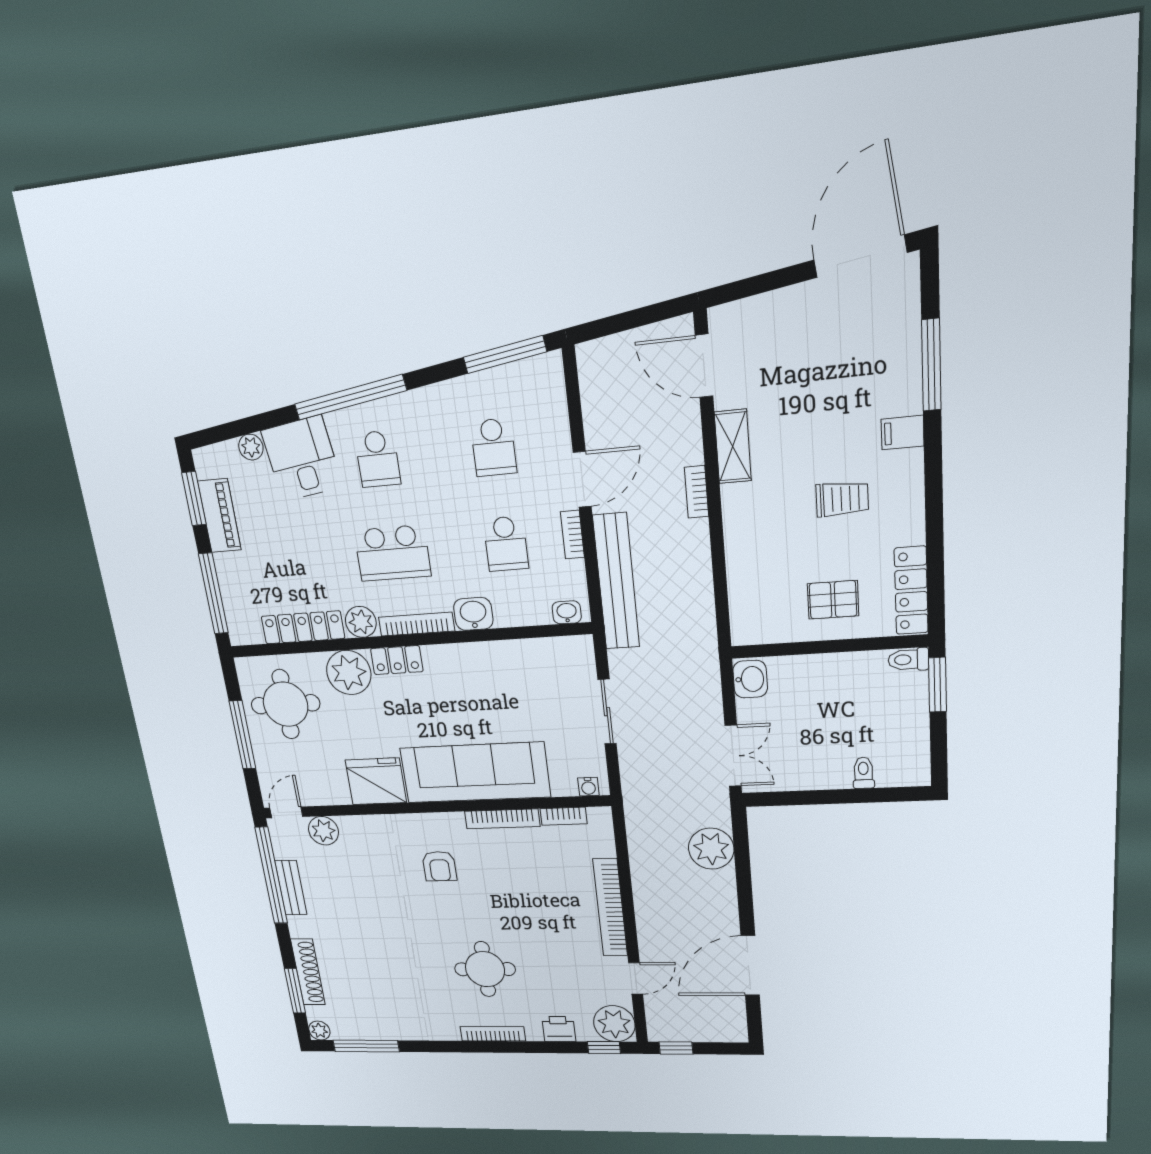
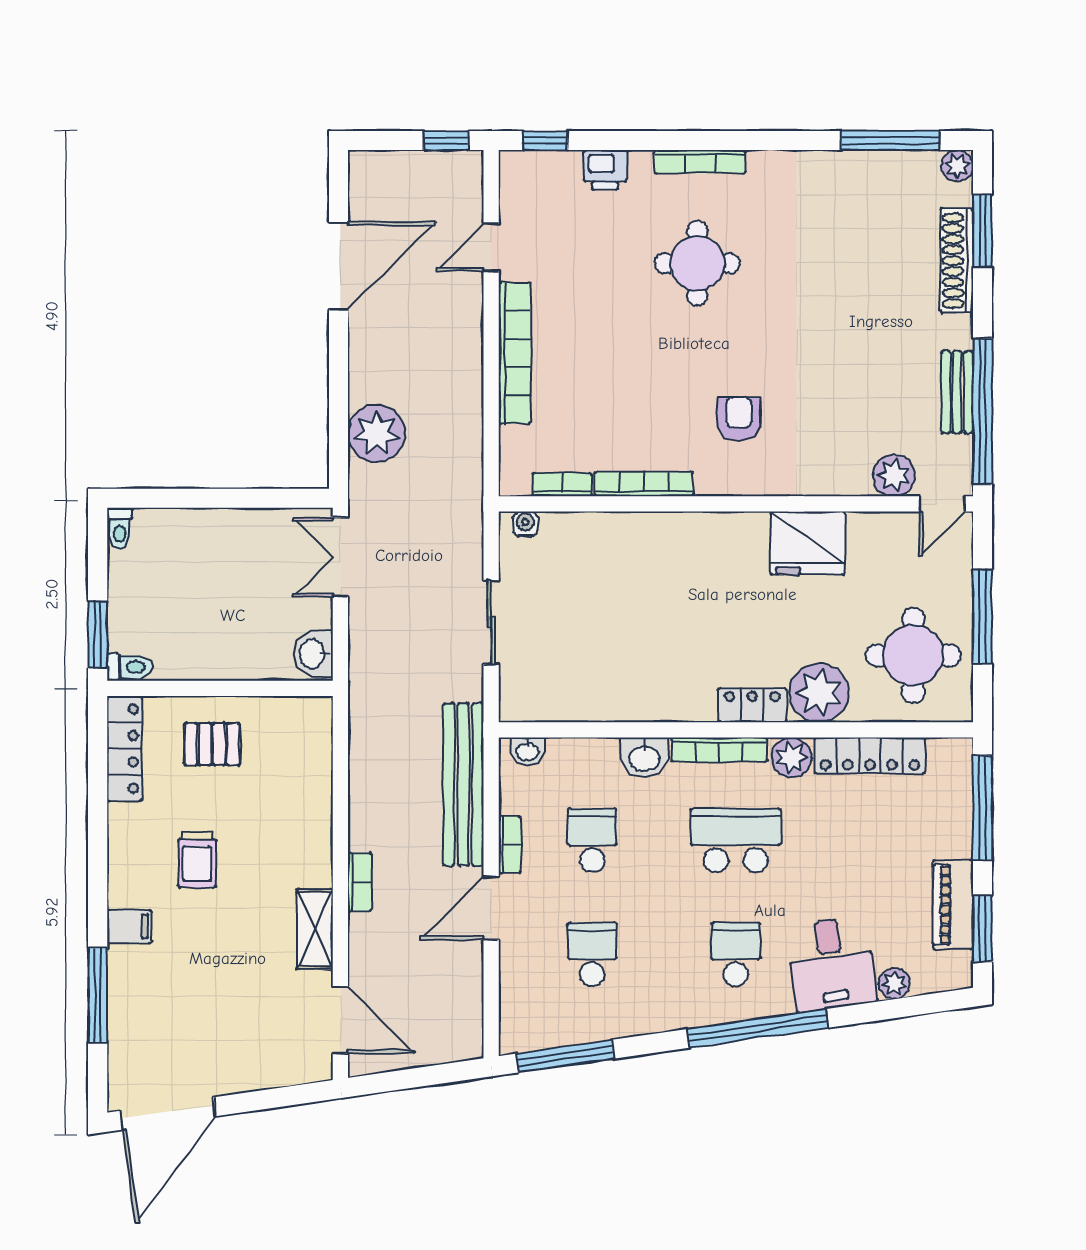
trolley: (842, 499) -> (197, 860), turned -90
sofa: (475, 773) -> (671, 549), removed
toilet: (863, 773) -> (120, 528), moved
plant: (614, 1024) -> (527, 178), removed

